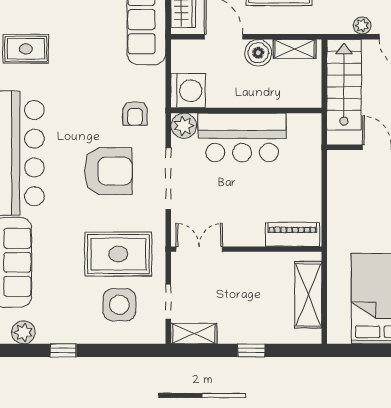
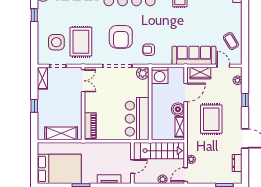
bar counter: (242, 137) -> (137, 119), moved

